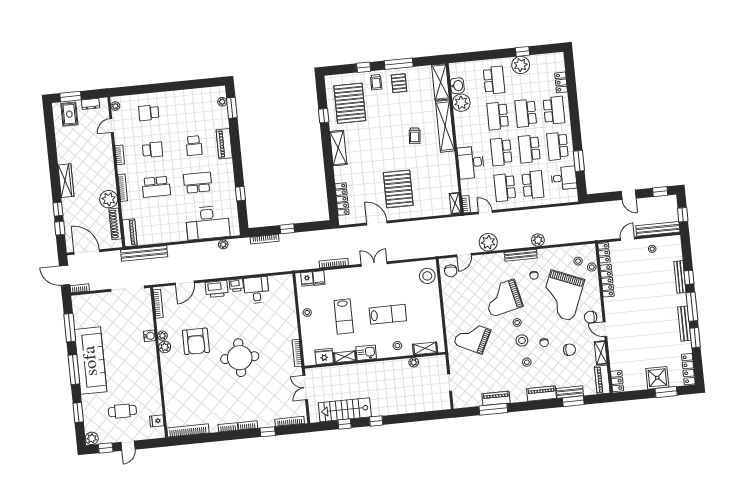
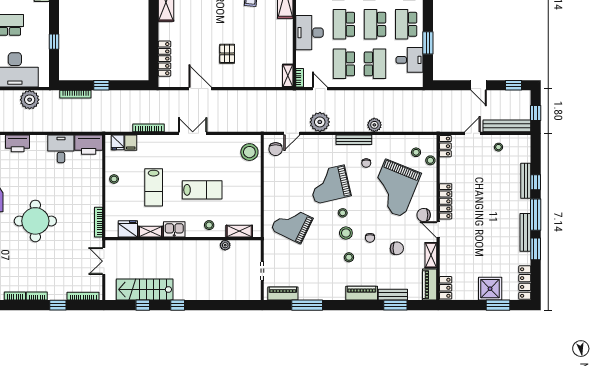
pallet: (398, 189) -> (227, 54), width x0.49, depth x0.50
plant: (223, 244) -> (30, 100), width x1.88, depth x1.88
locker: (607, 281) -> (446, 201), moved
printer: (236, 285) -> (89, 145), moved, width x1.87, depth x1.48
piano: (496, 398) -> (283, 294), moved

